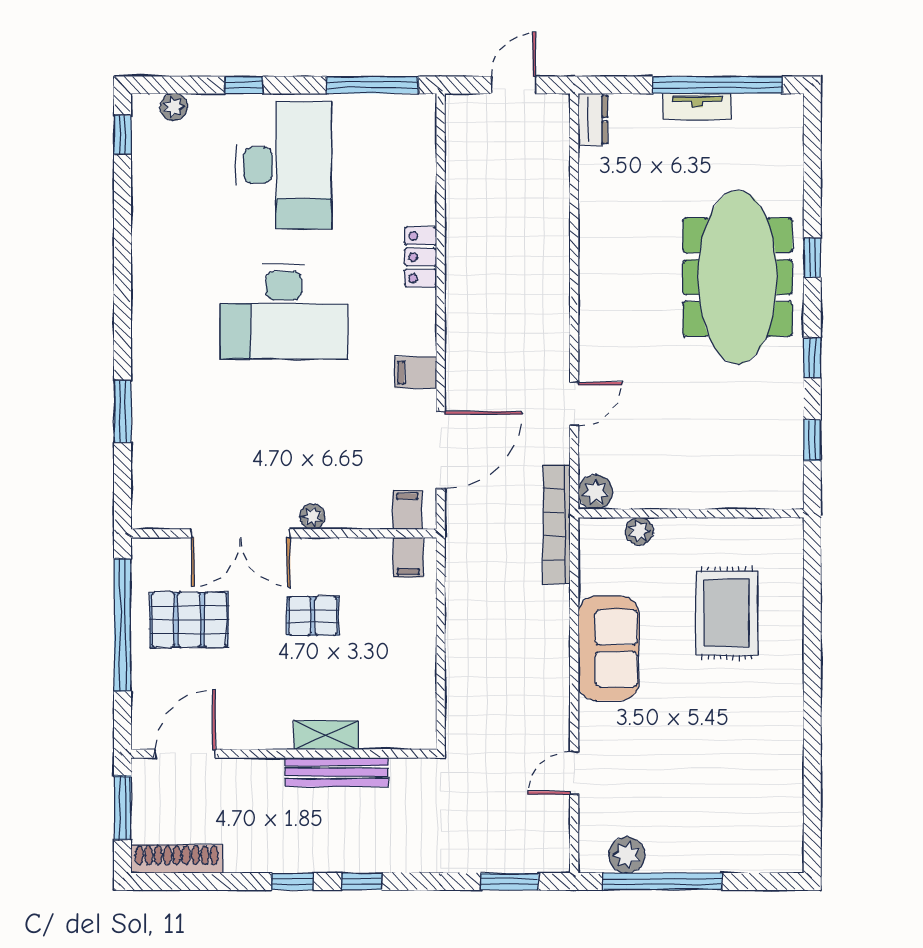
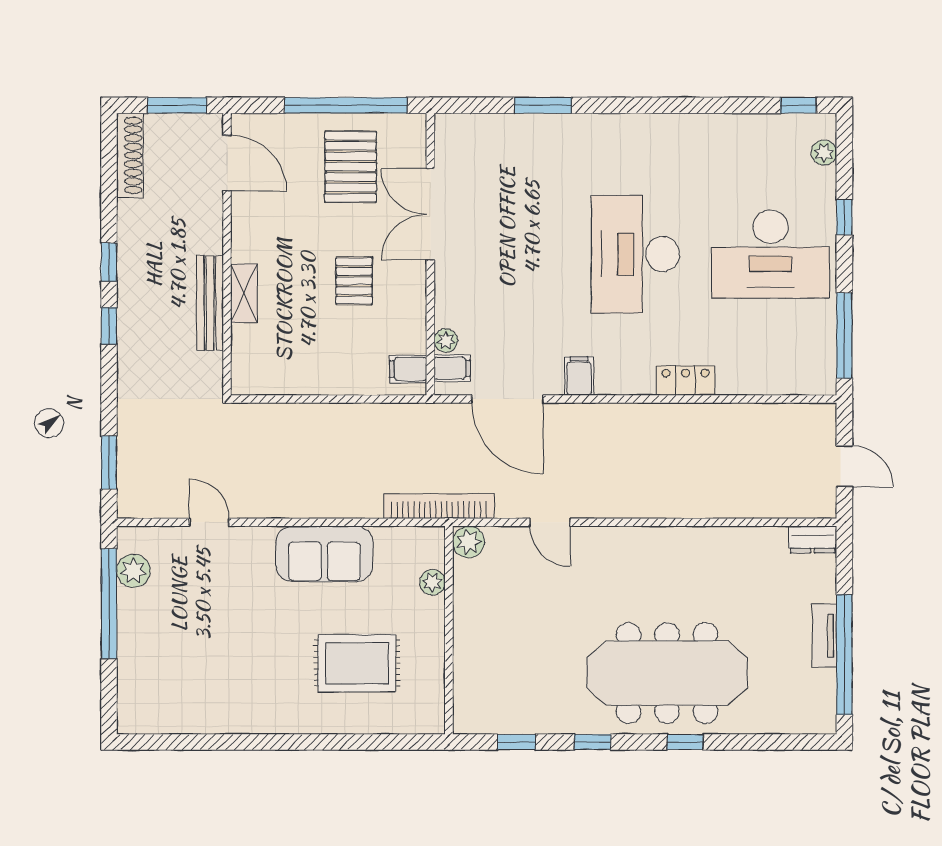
plant: (312, 517) -> (446, 341), moved

